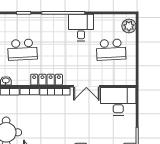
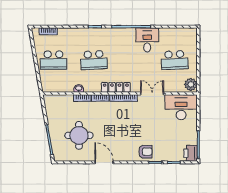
plant: (129, 26) -> (191, 84), moved
double door: (86, 86) -> (152, 93), swing flipped

